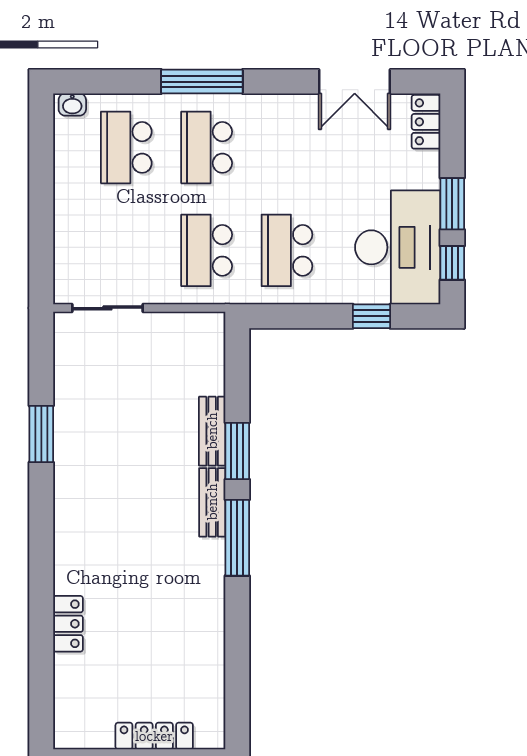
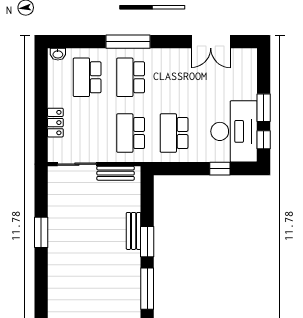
locker: (426, 122) -> (55, 123), moved, turned 180
bench: (212, 502) -> (116, 173), moved, turned 90

